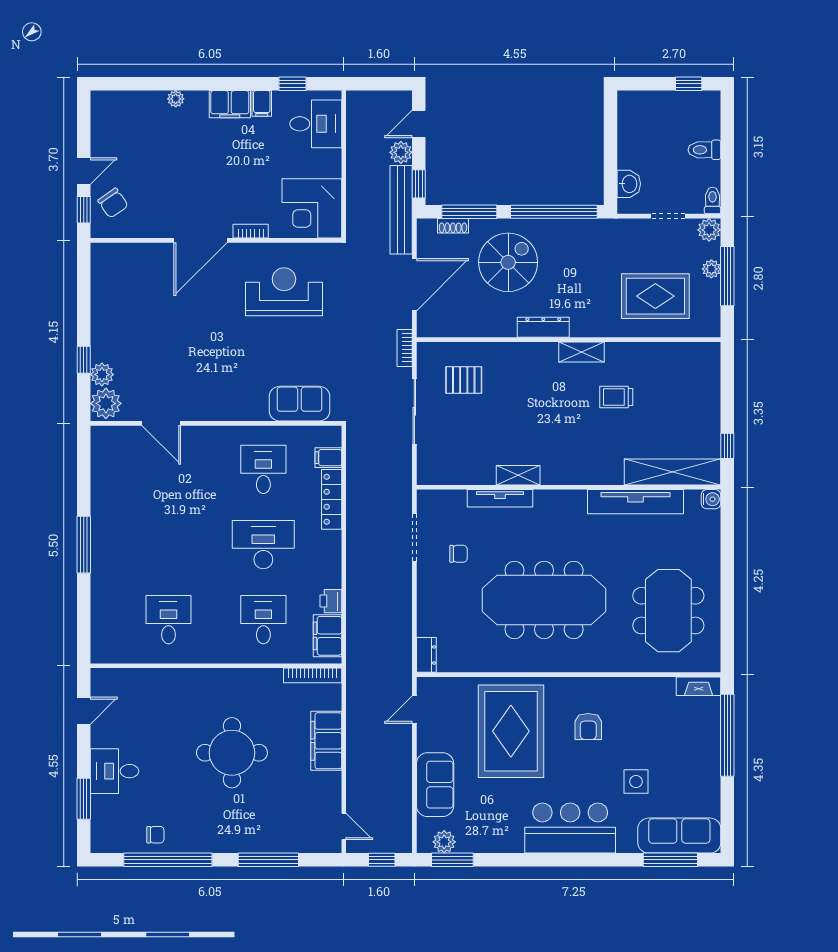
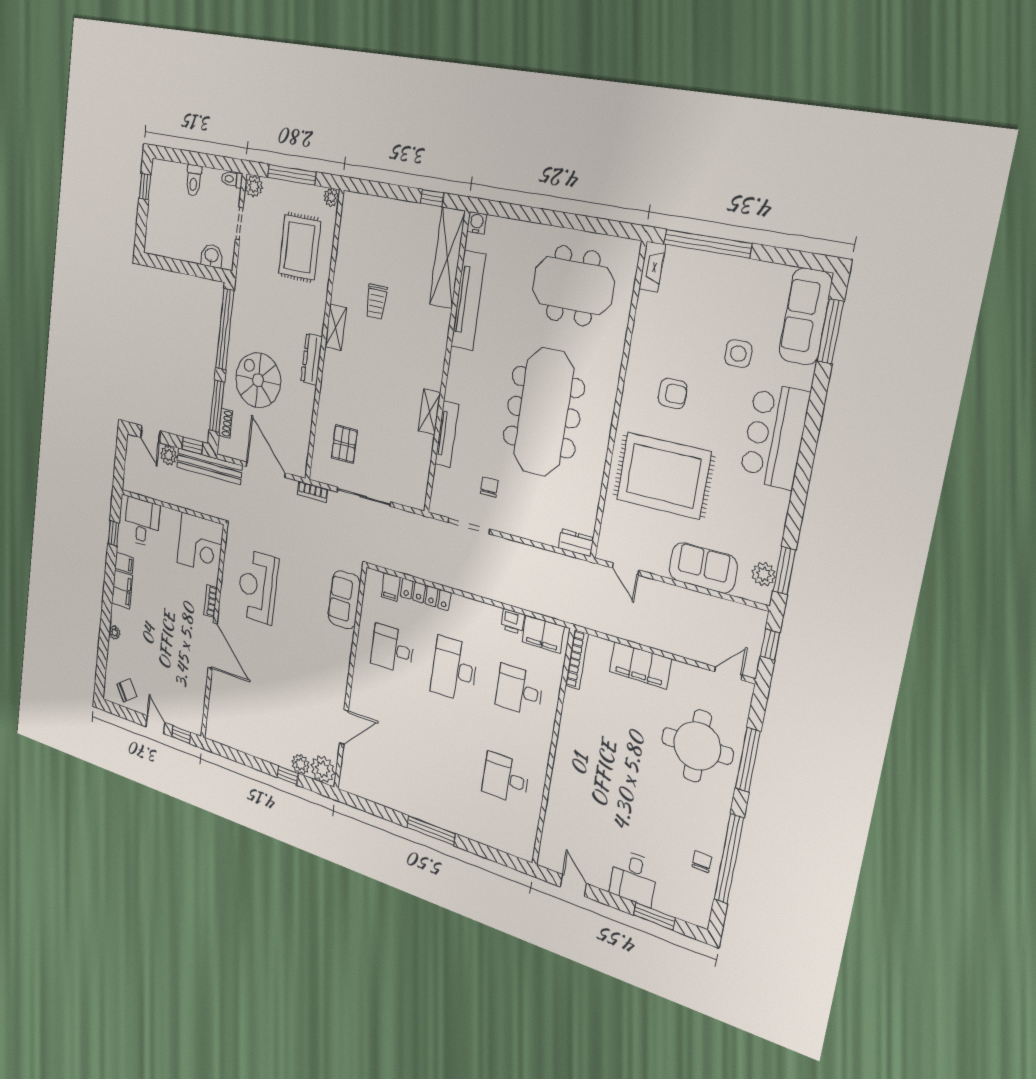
chair: (113, 203) -> (127, 690), moved
plant: (711, 269) -> (331, 197), moved
round table: (232, 753) -> (697, 746), moved

